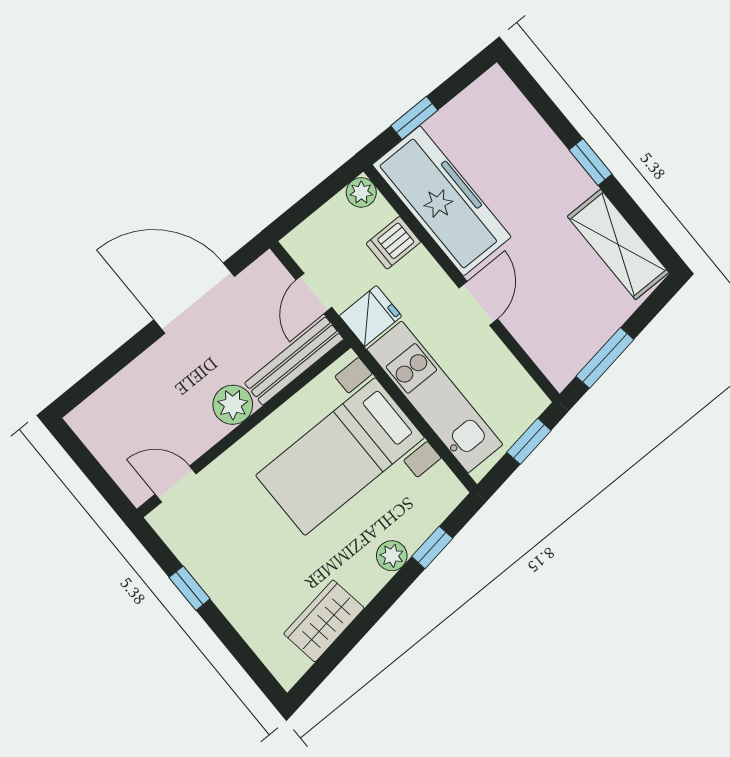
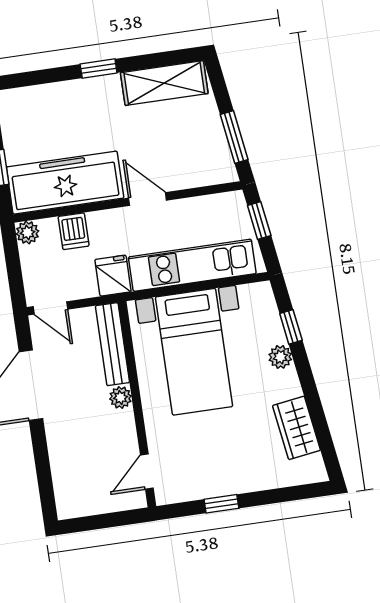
door: (314, 294) -> (50, 308), moved
plant: (233, 405) -> (121, 397), width x0.73, depth x0.73

